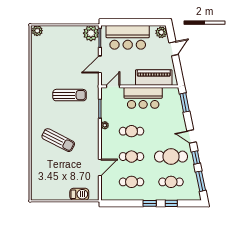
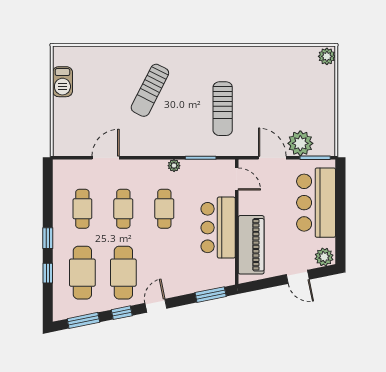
plant: (91, 33) -> (300, 143), moved
door: (100, 168) -> (106, 158), swing flipped
cafe table: (171, 182) -> (82, 273), width x1.37, depth x1.35
barbecue: (79, 194) -> (62, 82), moved

